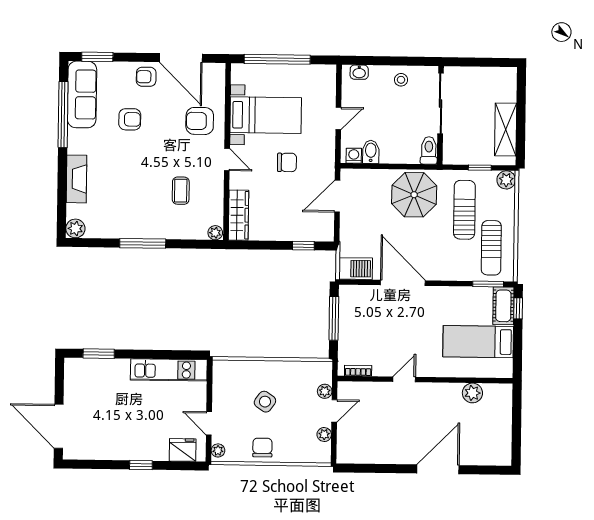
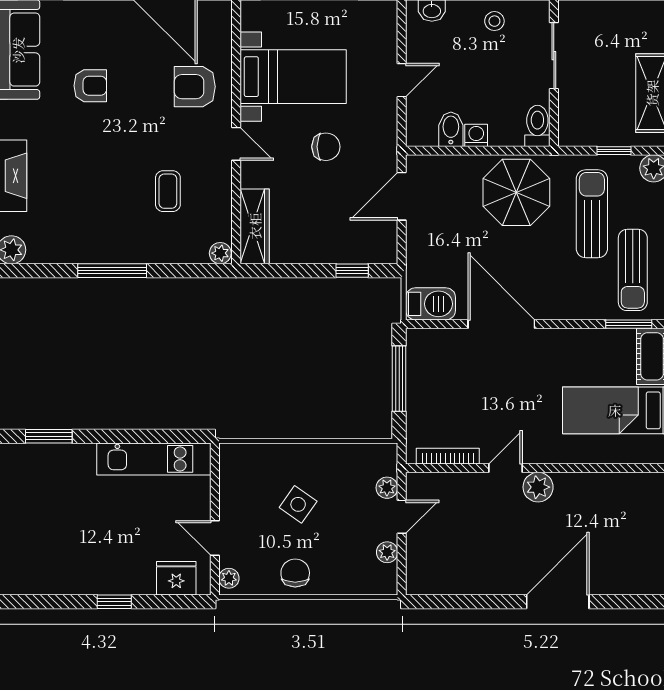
armchair: (146, 77) -> (114, 22), removed
sliding door: (441, 103) -> (554, 56), width x0.73
washing machine: (354, 156) -> (476, 135), moved
bookcase: (358, 371) -> (448, 456), width x1.56
plant: (472, 393) -> (538, 487), moved

